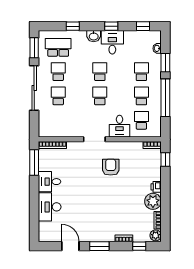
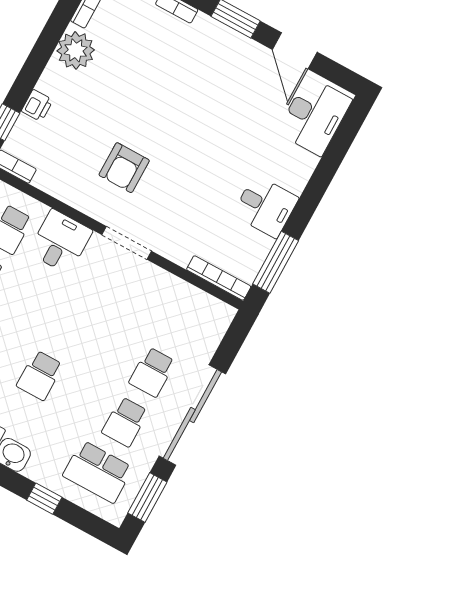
school desk: (100, 96) -> (67, 326), removed
printer: (156, 187) -> (37, 106), moved
desk: (50, 207) -> (314, 116), moved

